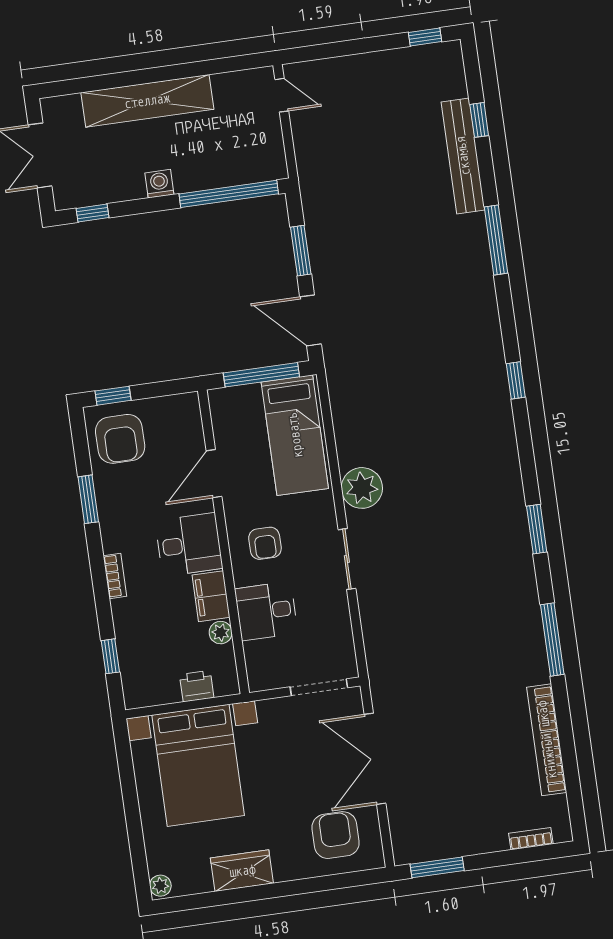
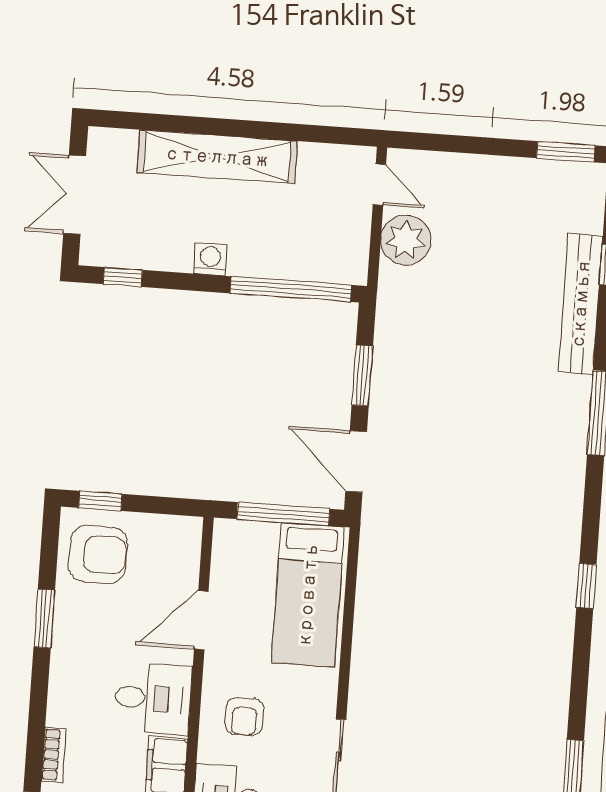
window: (425, 37) -> (566, 152), width x1.50
armchair: (120, 439) -> (98, 554), turned -90
plant: (362, 488) -> (406, 240), moved
bookcase: (115, 576) -> (54, 755), moved

